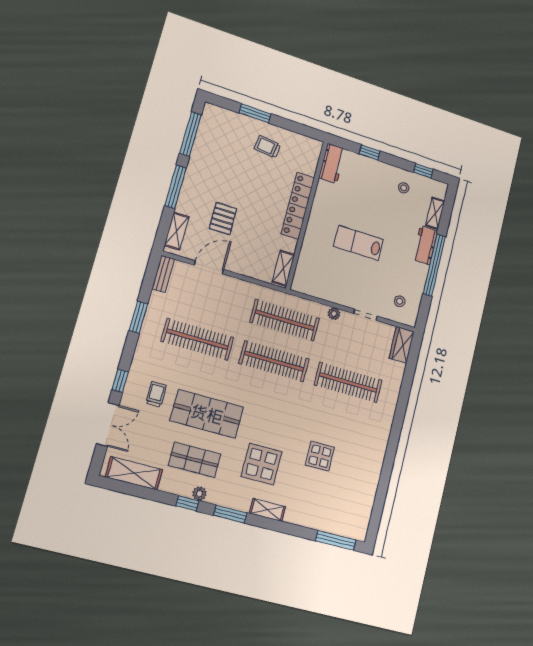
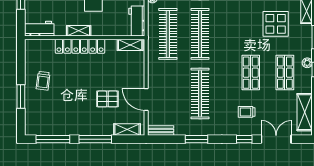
shelving: (317, 210) -> (79, 31), added
workbench: (311, 286) -> (137, 21), added
shop shelf: (207, 414) -> (251, 73), width x0.70, depth x0.74

